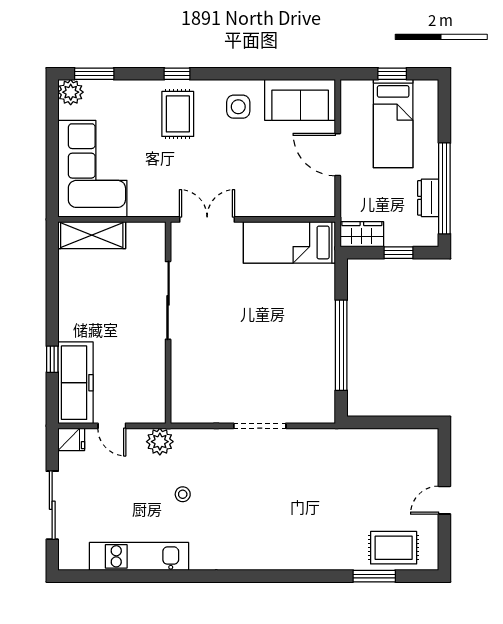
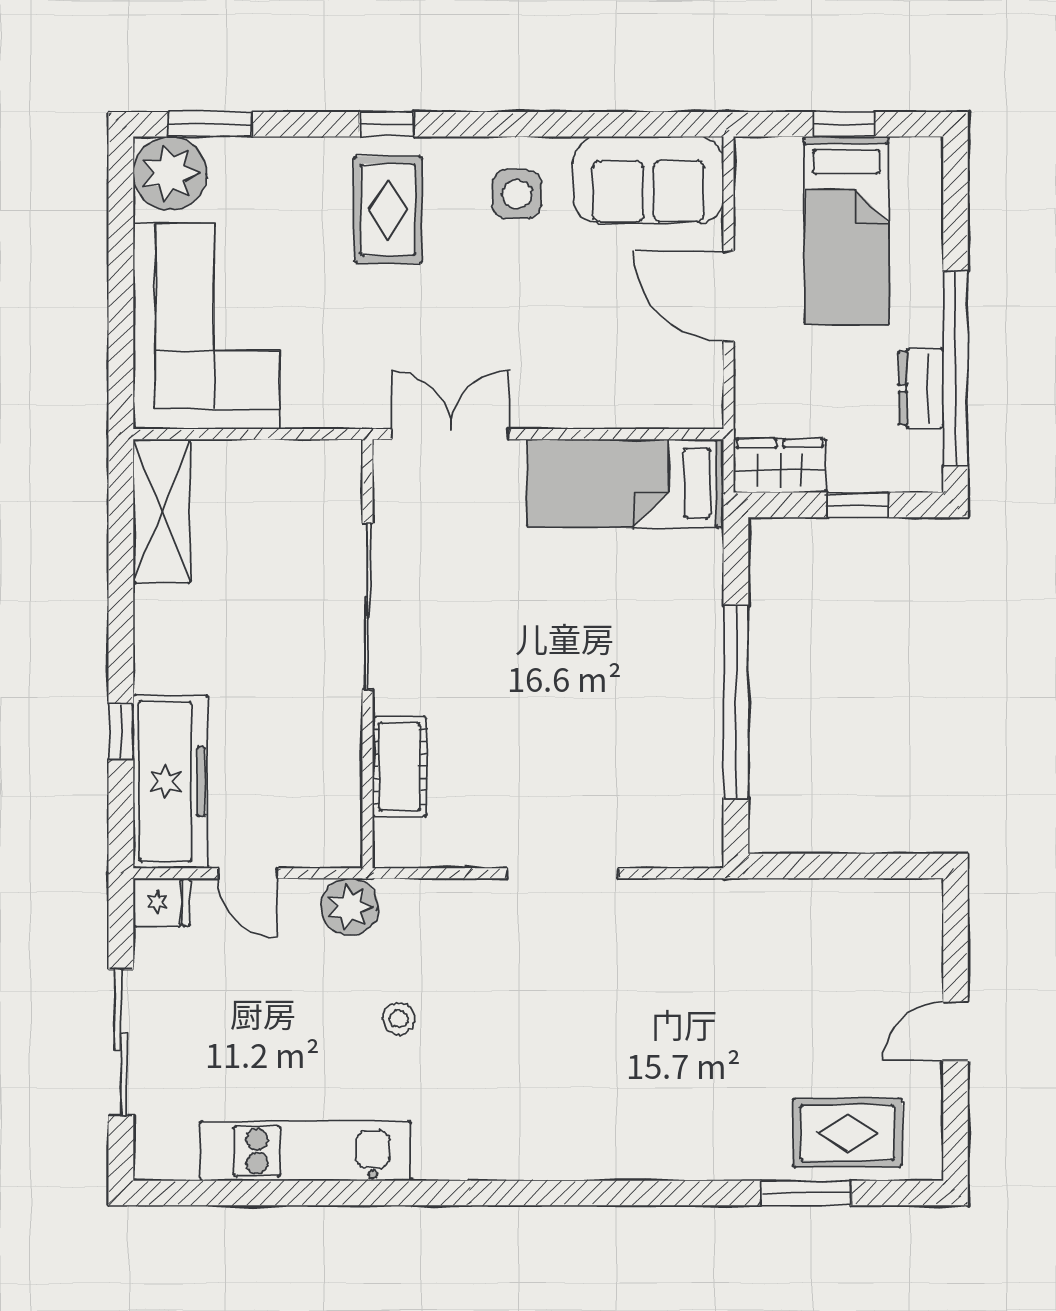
plant: (71, 92) -> (170, 173), width x1.36, depth x1.36
shelving: (92, 235) -> (162, 511), moved, turned 90
cot: (183, 376) -> (399, 766), added

